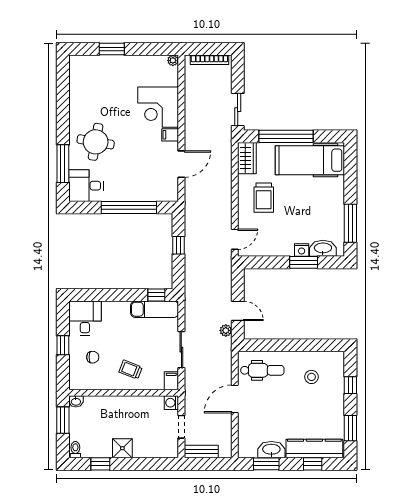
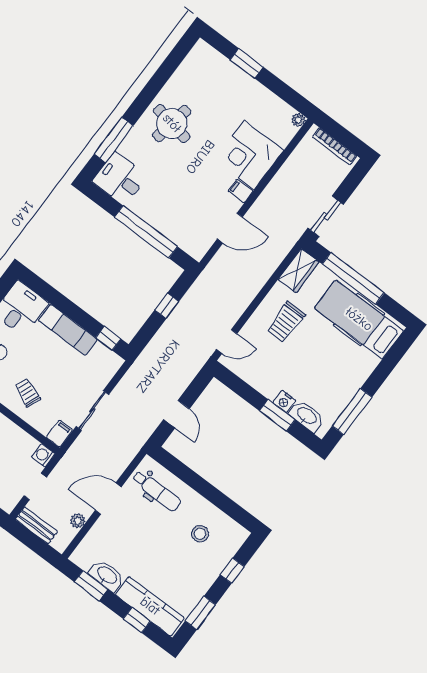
round table: (96, 142) -> (172, 123), moved
exam couch: (155, 309) -> (68, 330), moved
plant: (226, 330) -> (78, 521), moved

